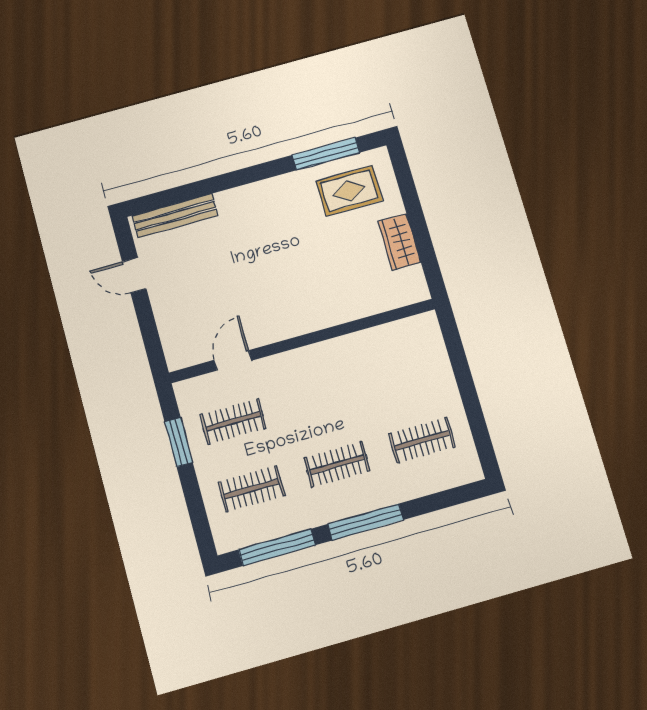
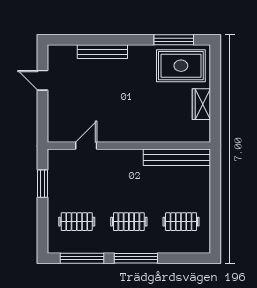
rug: (349, 191) -> (181, 66), width x1.36, depth x1.43
bench: (175, 216) -> (102, 52), moved
bench: (385, 338) -> (177, 157), added
clothes rail: (233, 421) -> (77, 181), removed

